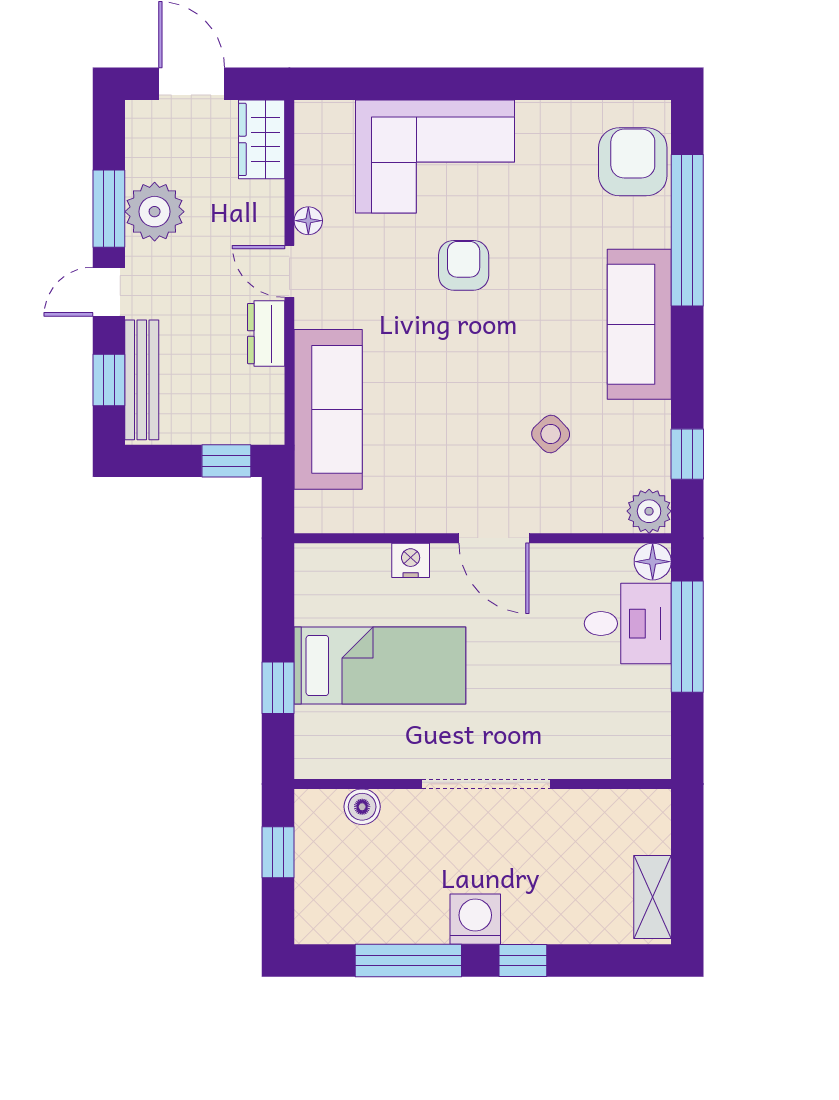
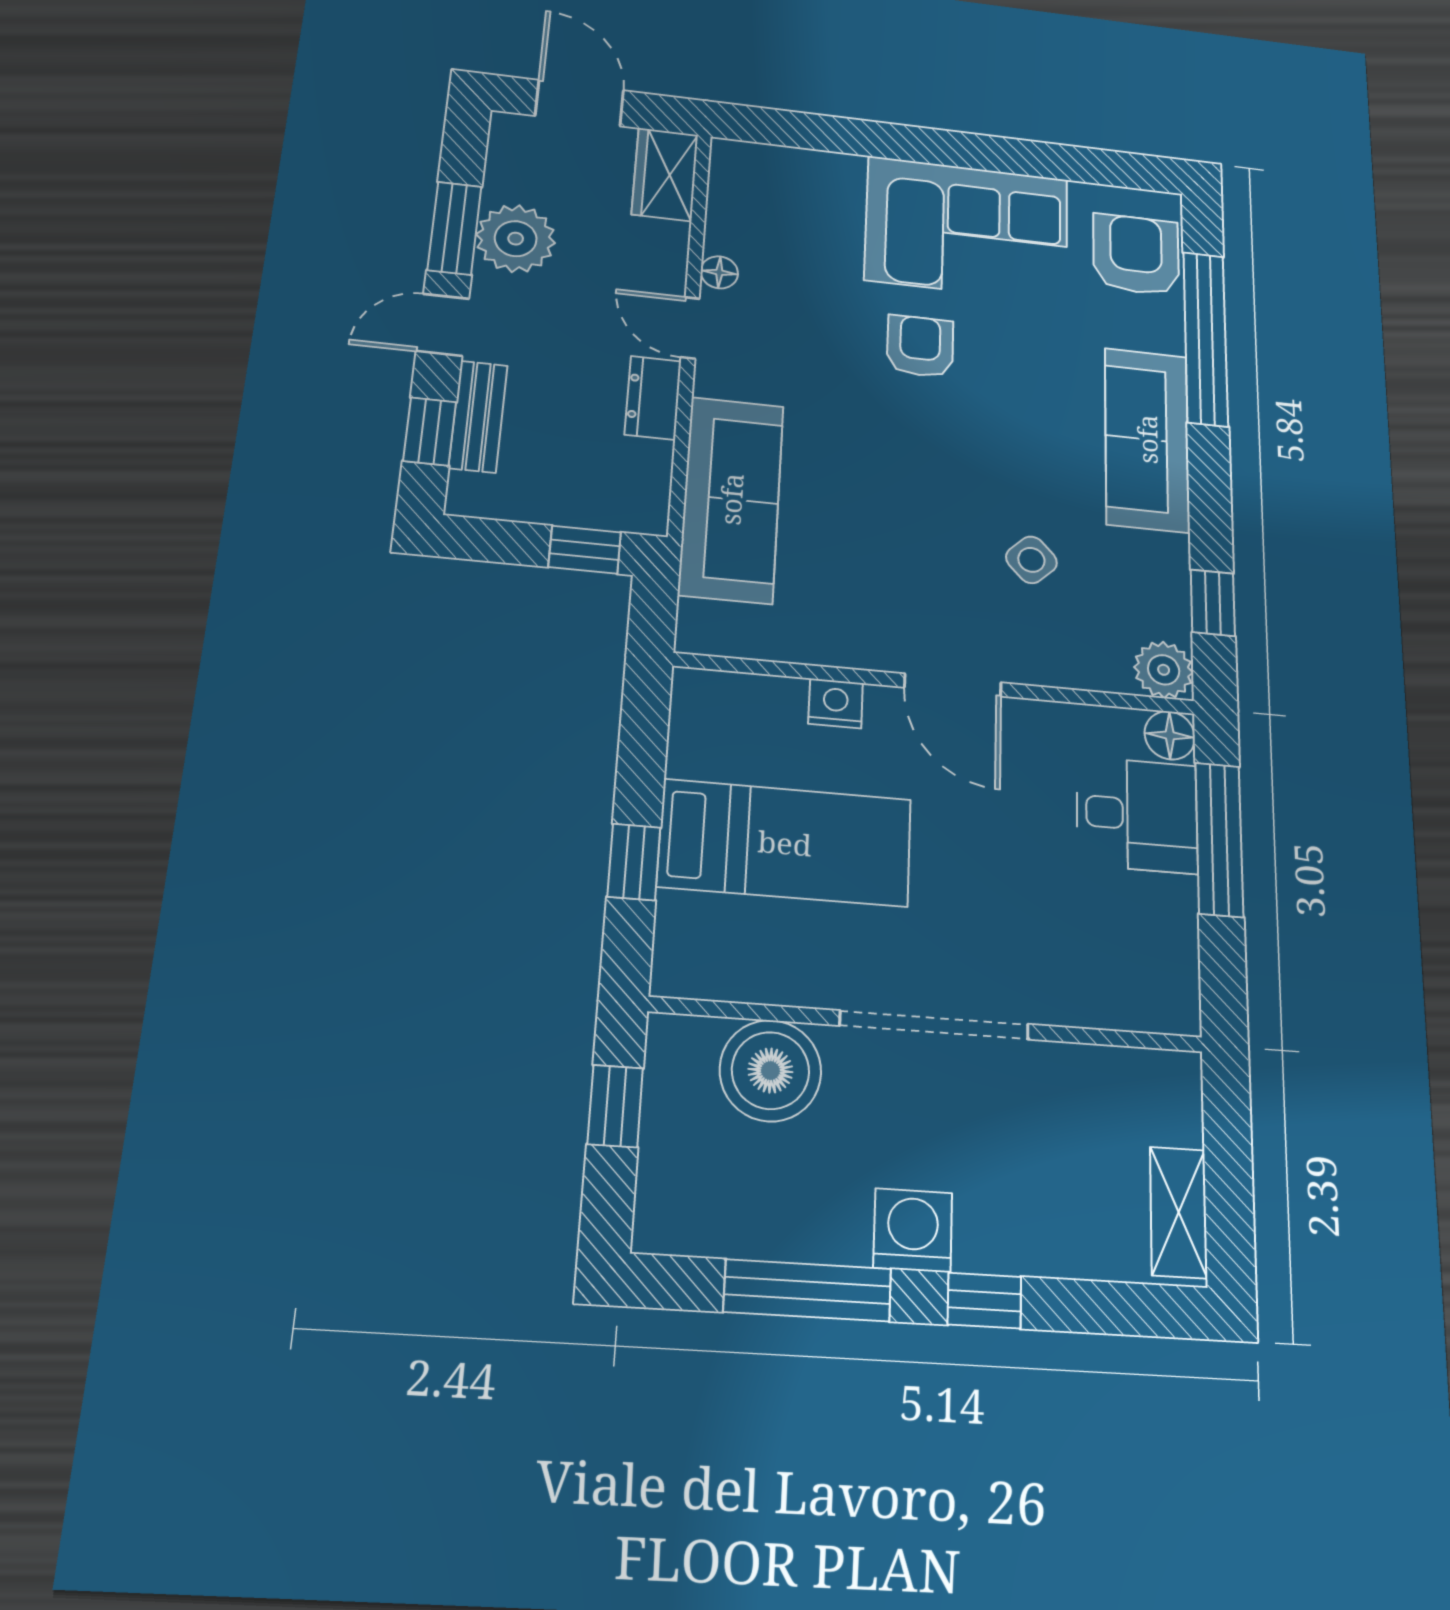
corner sofa: (435, 157) -> (967, 229), moved
bench: (142, 380) -> (478, 416), width x0.73
boiler: (362, 807) -> (770, 1071), width x1.86, depth x1.86

